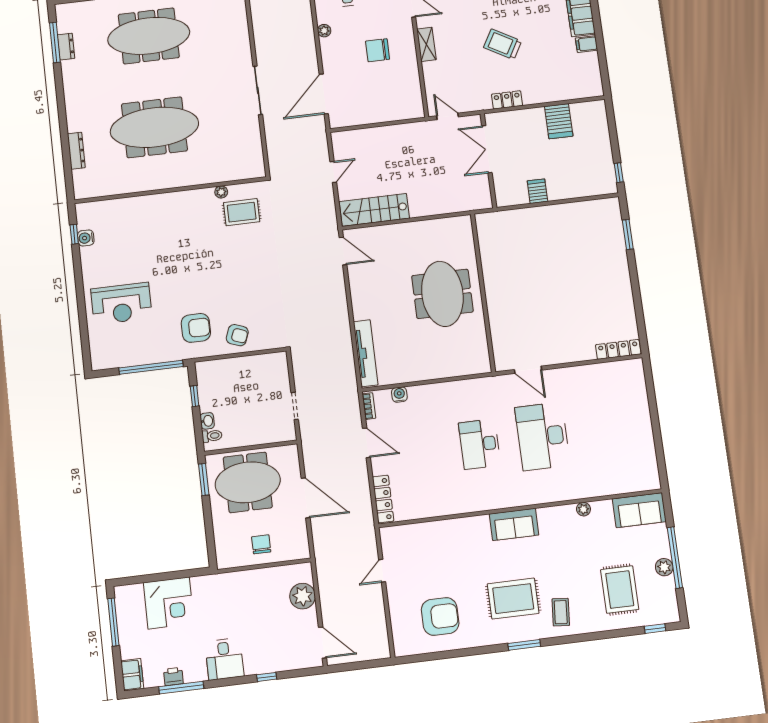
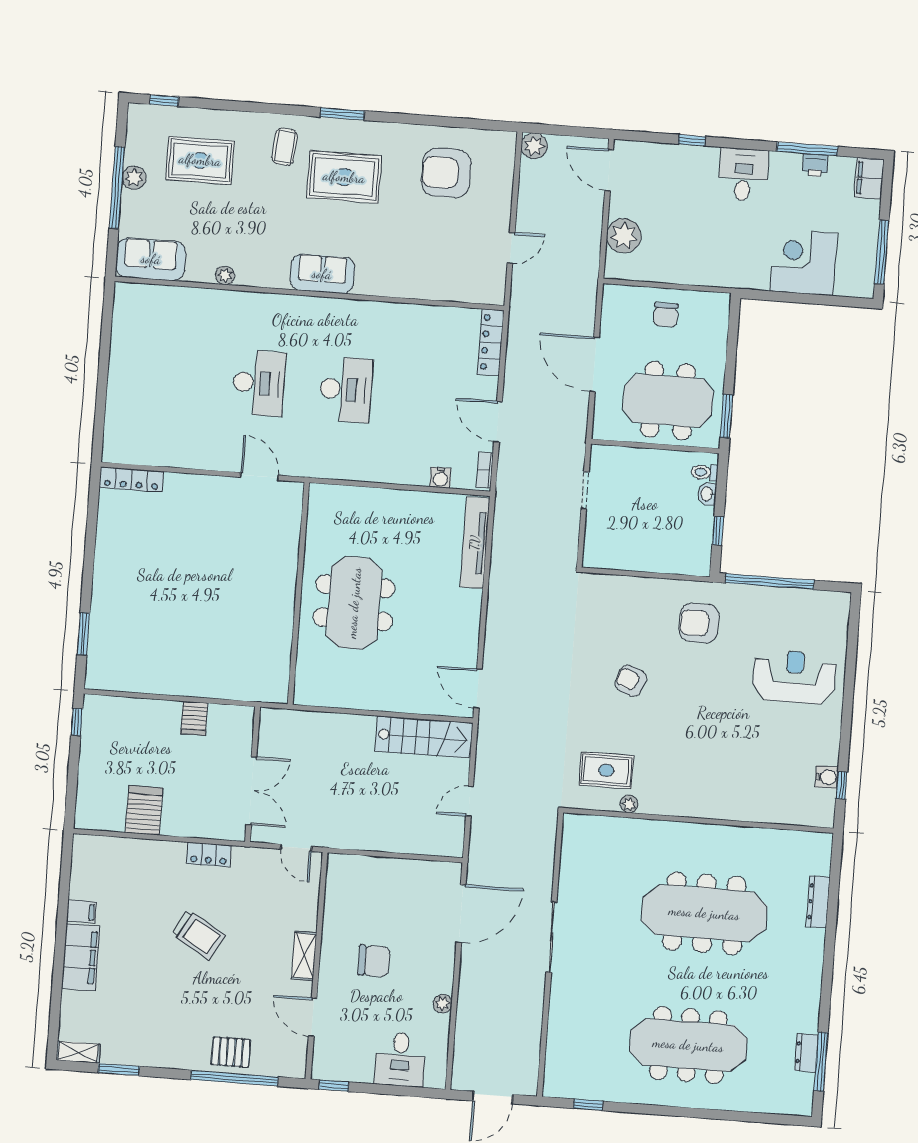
armchair: (237, 335) -> (631, 681), moved
desk: (543, 436) -> (259, 383), width x0.73, depth x0.77
rug: (620, 590) -> (200, 160), turned 90
plant: (380, 649) -> (534, 146), added

